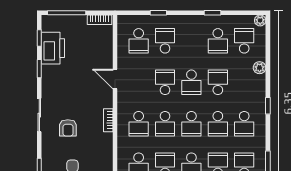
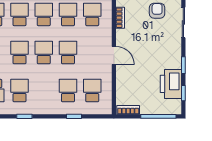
school desk: (165, 41) -> (68, 91), turned 180
school desk: (165, 82) -> (68, 53), turned 180
school desk: (218, 82) -> (19, 53), turned 180

